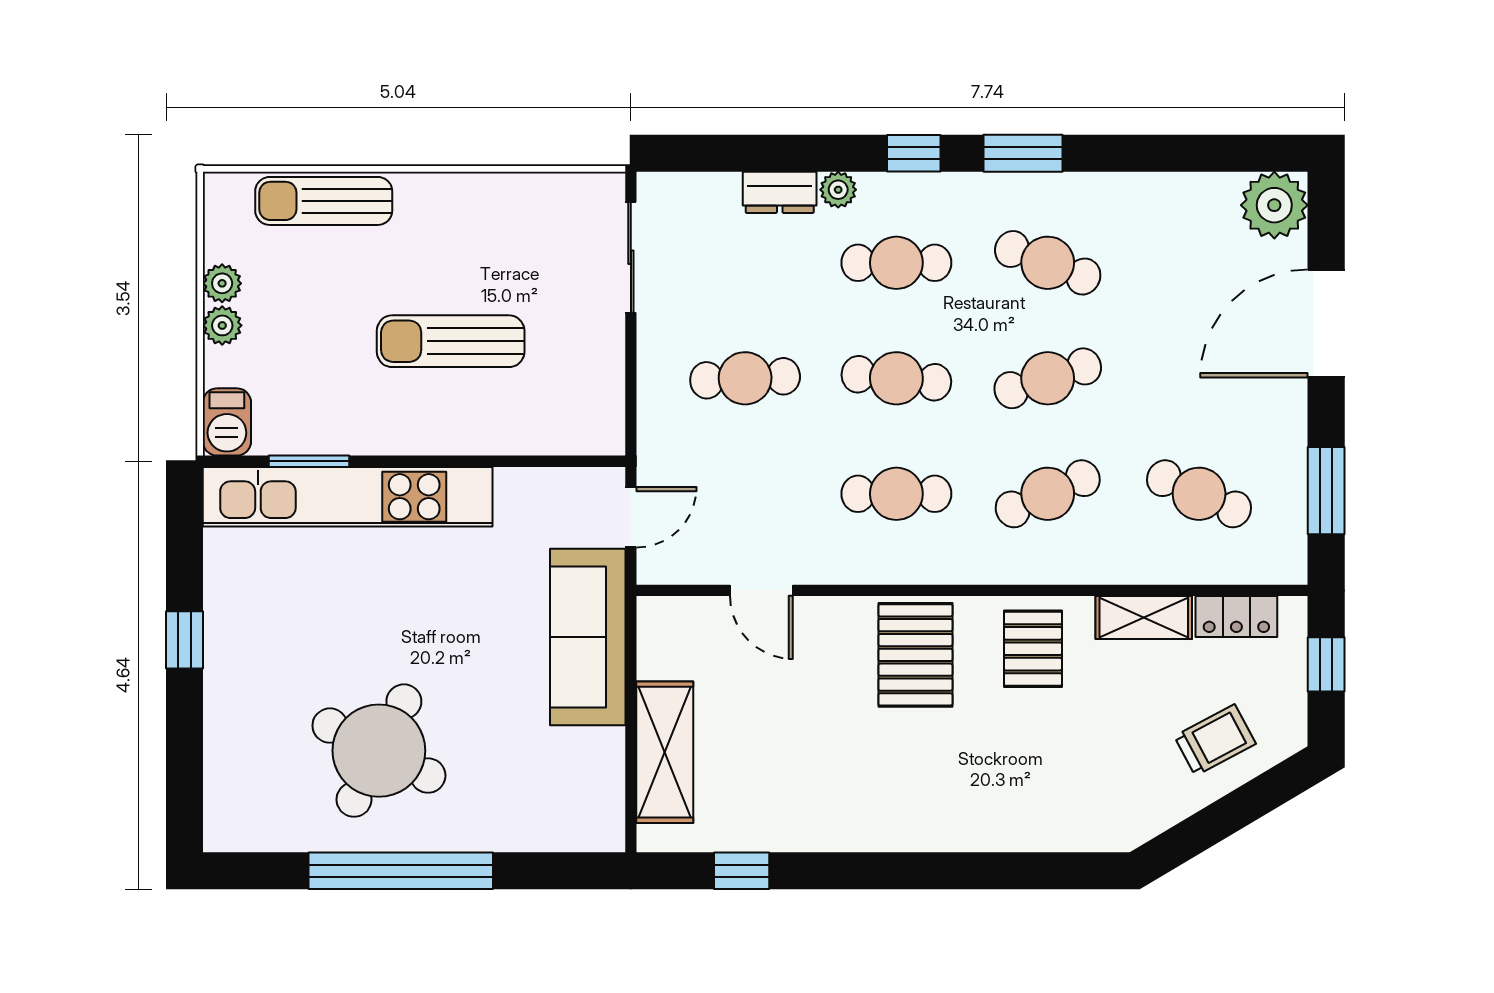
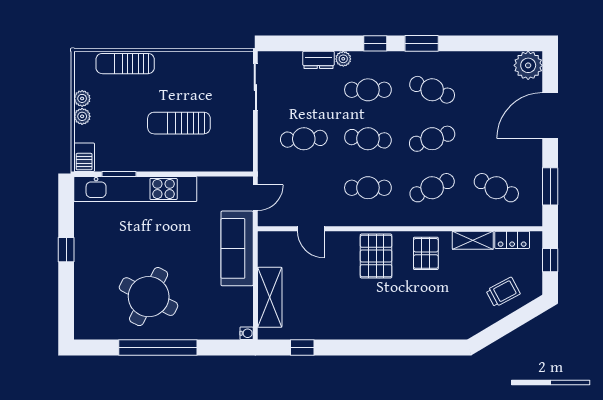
water cooler: (610, 837) -> (247, 333), added

